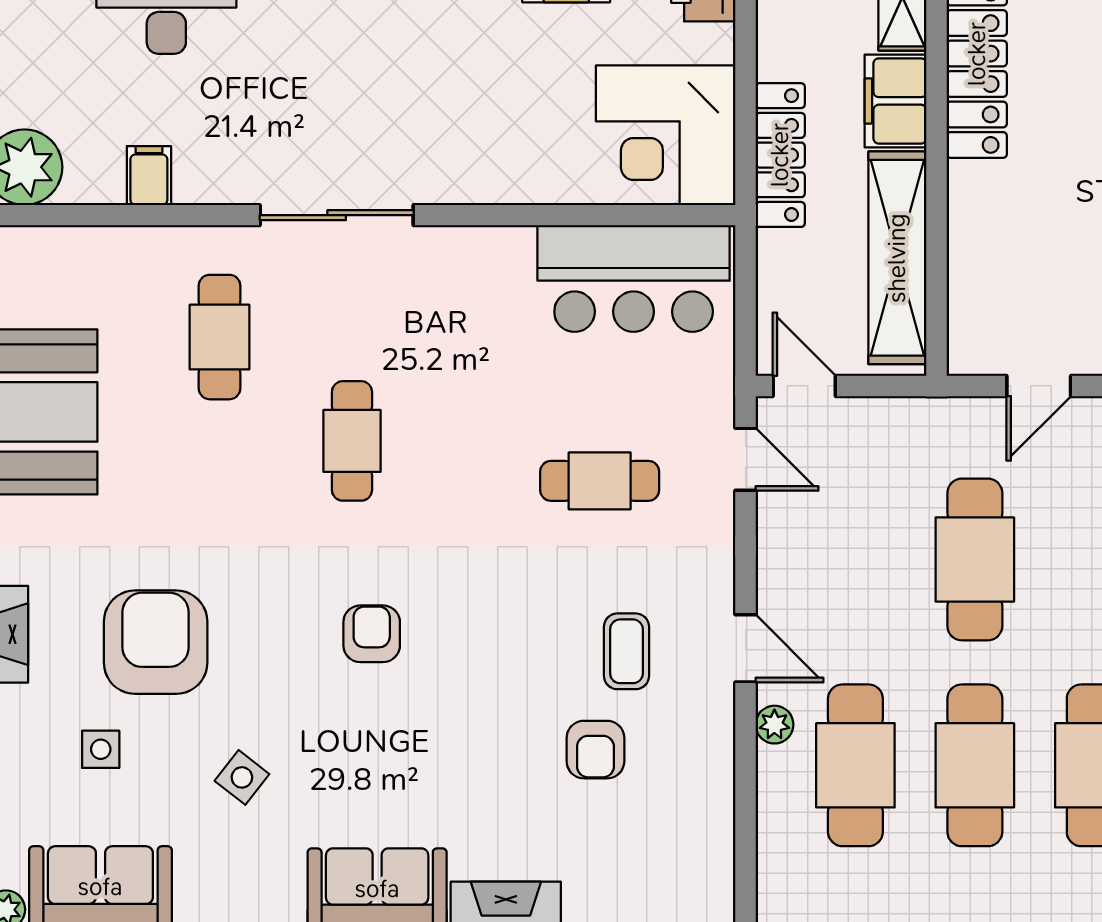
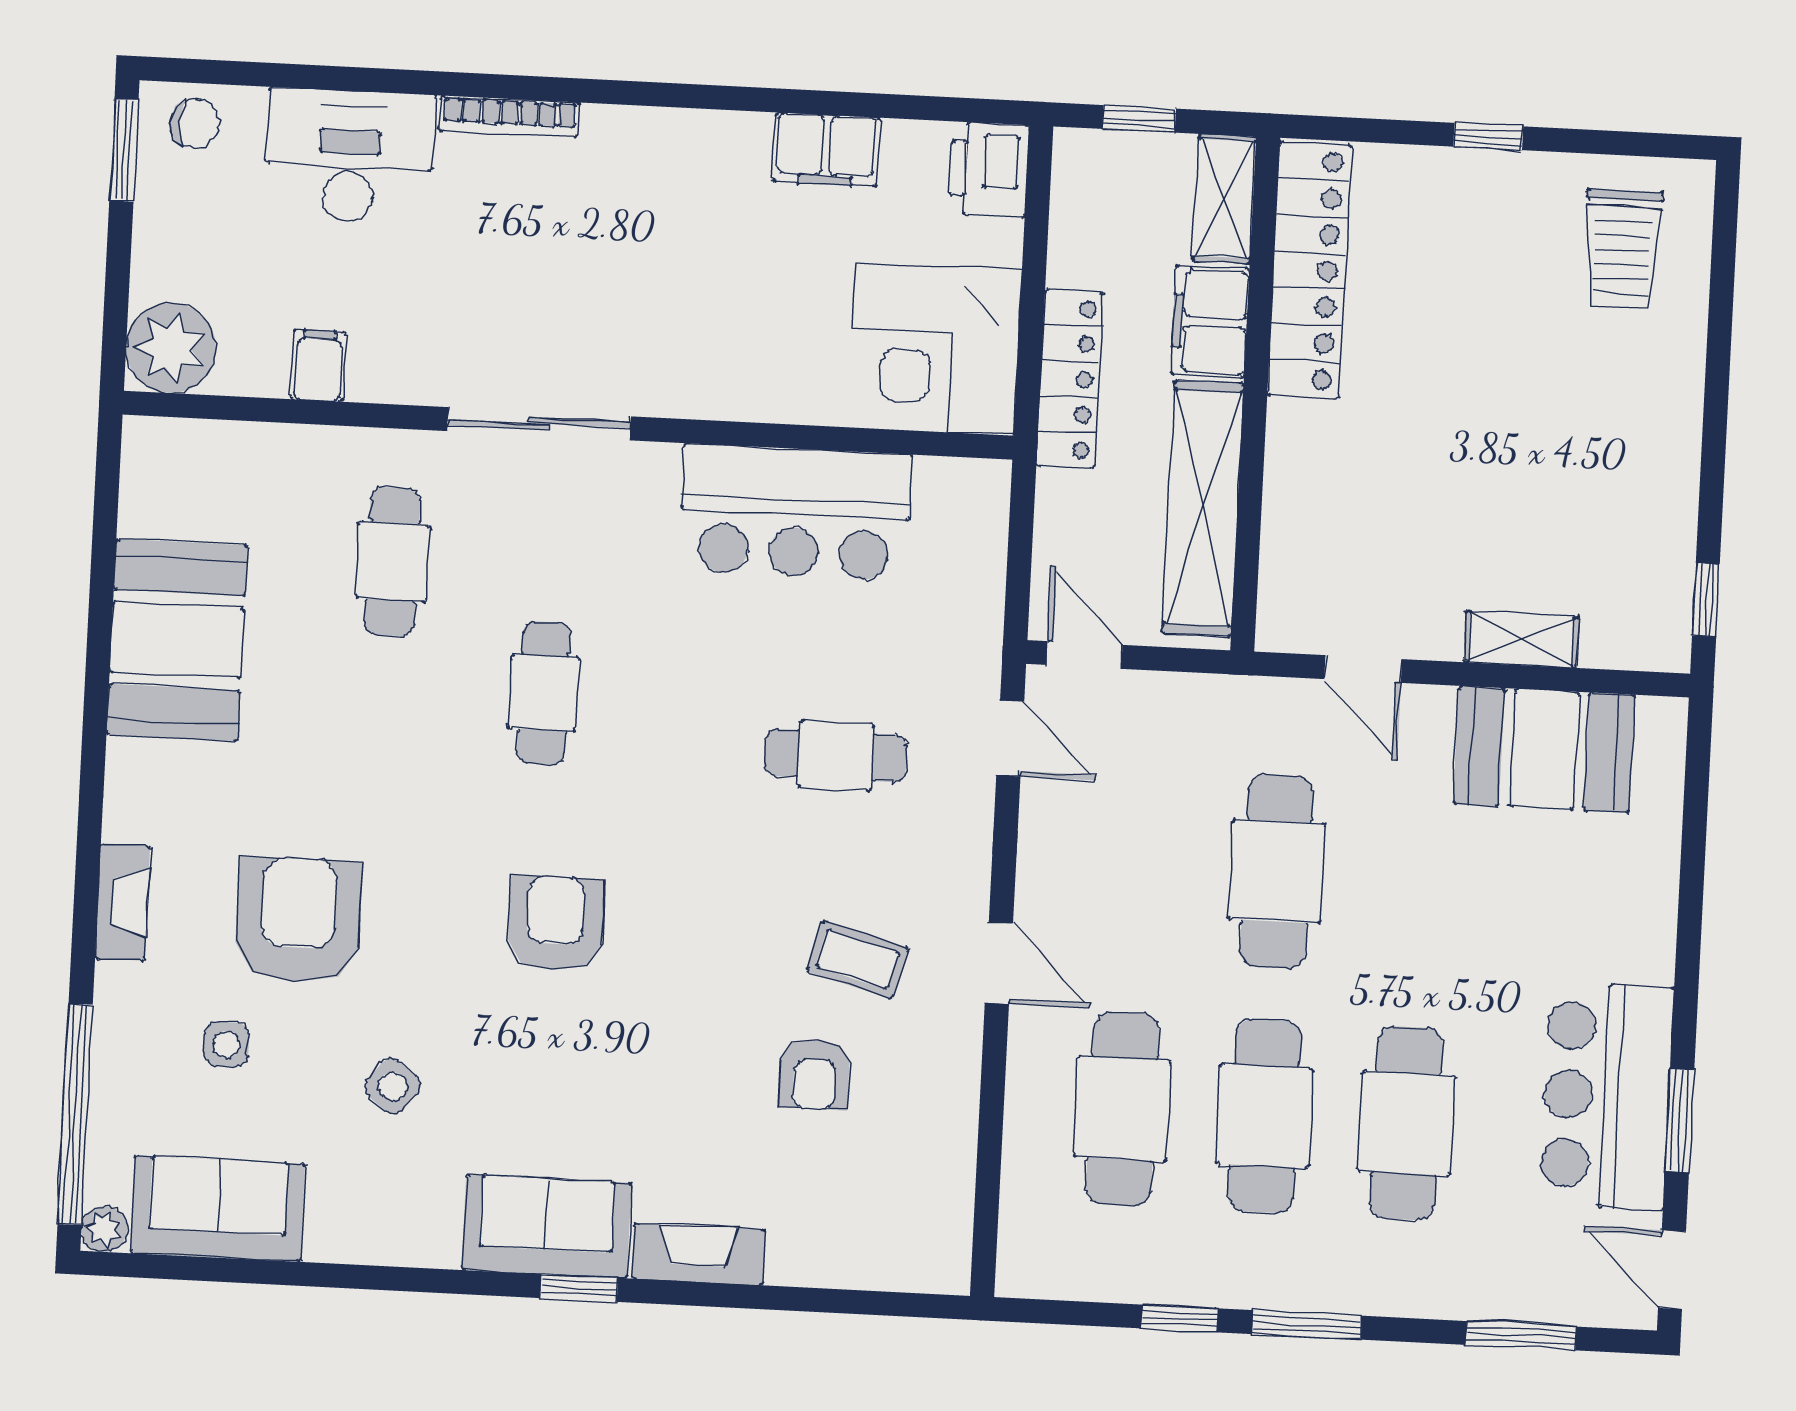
bar counter: (634, 279) -> (796, 512), moved
door: (1039, 386) -> (1363, 669), hinge flipped
armchair: (372, 634) -> (555, 923), width x1.38, depth x1.38
coffee table: (626, 651) -> (857, 960), turned -75
plant: (774, 725) -> (1029, 1056), removed

